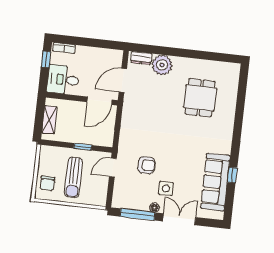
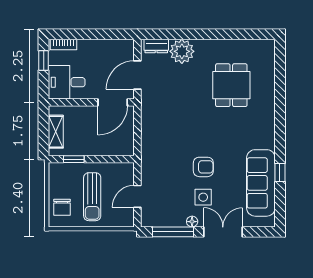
window: (83, 147) -> (74, 159), moved
armchair: (146, 165) -> (203, 167), moved
door: (113, 167) -> (137, 196), moved

